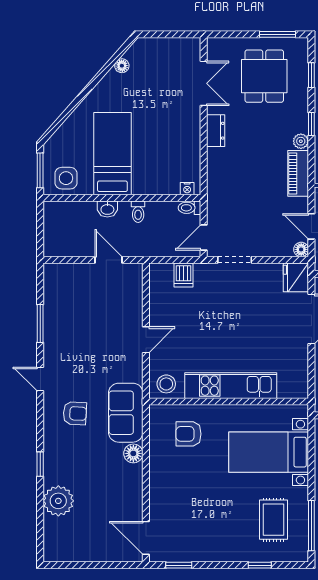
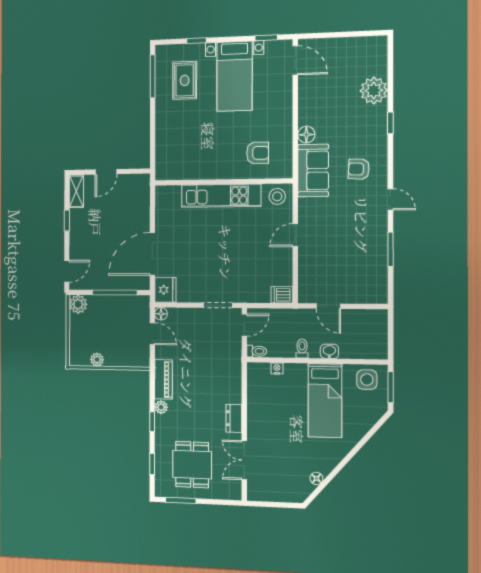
nightstand: (187, 189) -> (277, 368), moved
dishwasher: (183, 275) -> (282, 295), moved, turned -90
bed with nightstands: (269, 452) -> (234, 76), moved, turned 90

